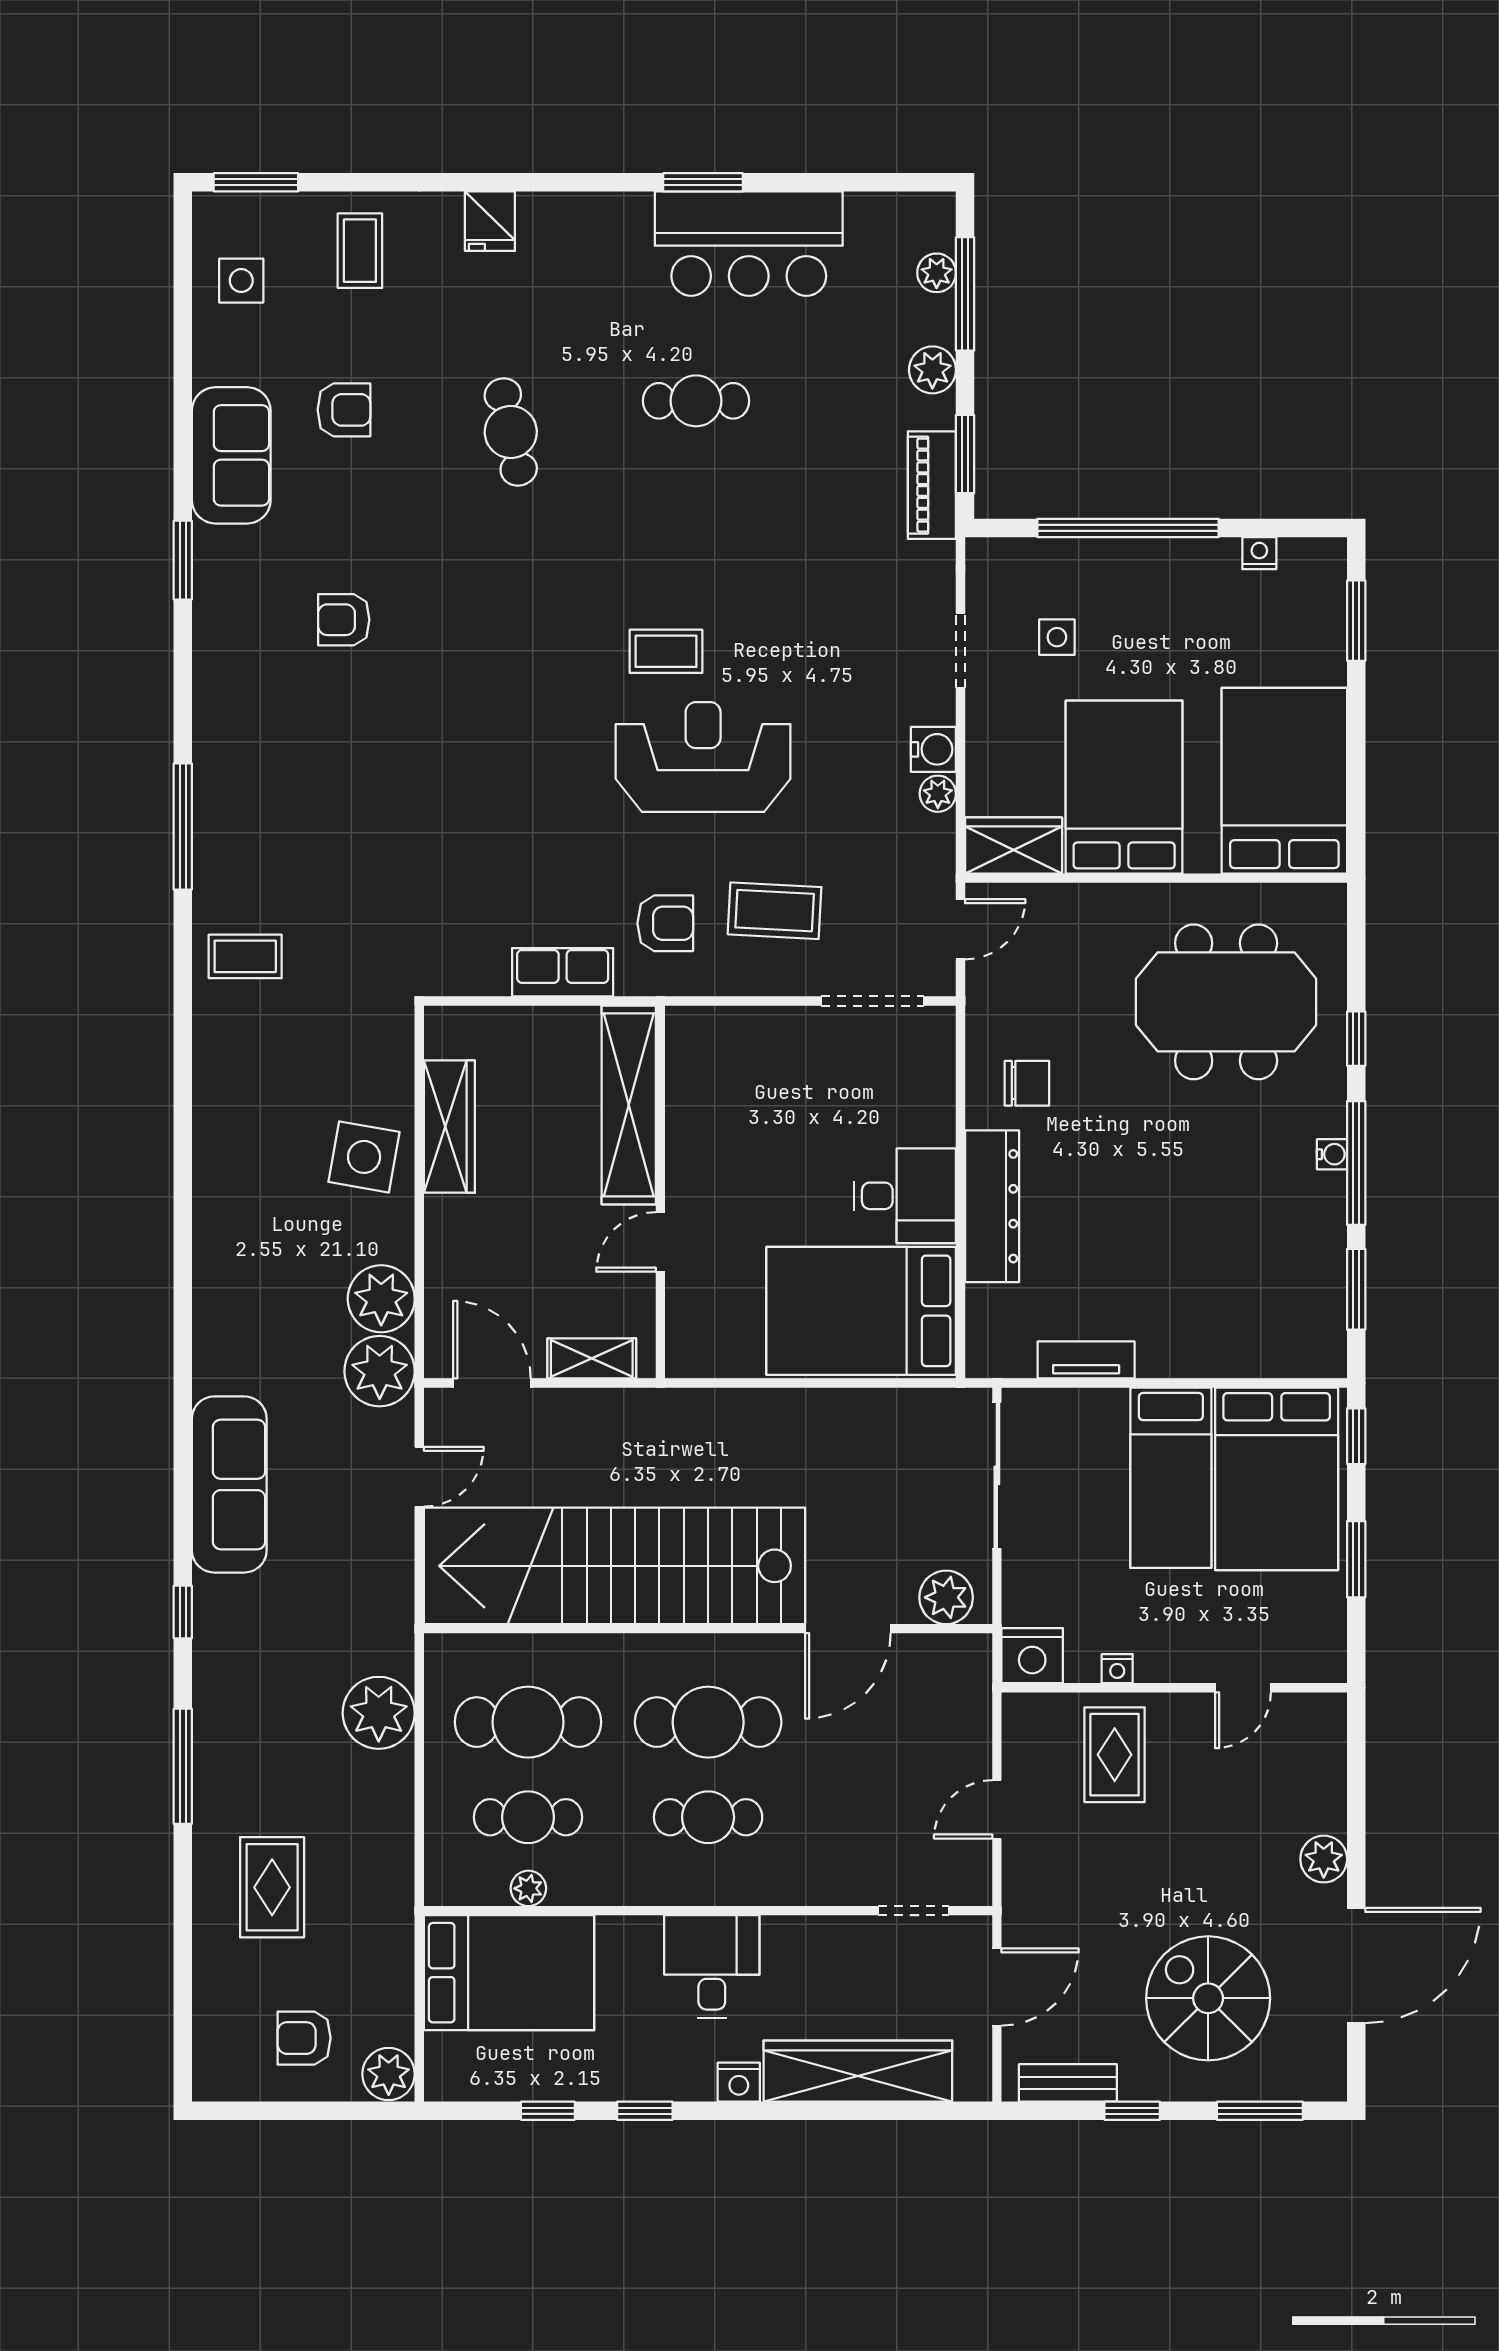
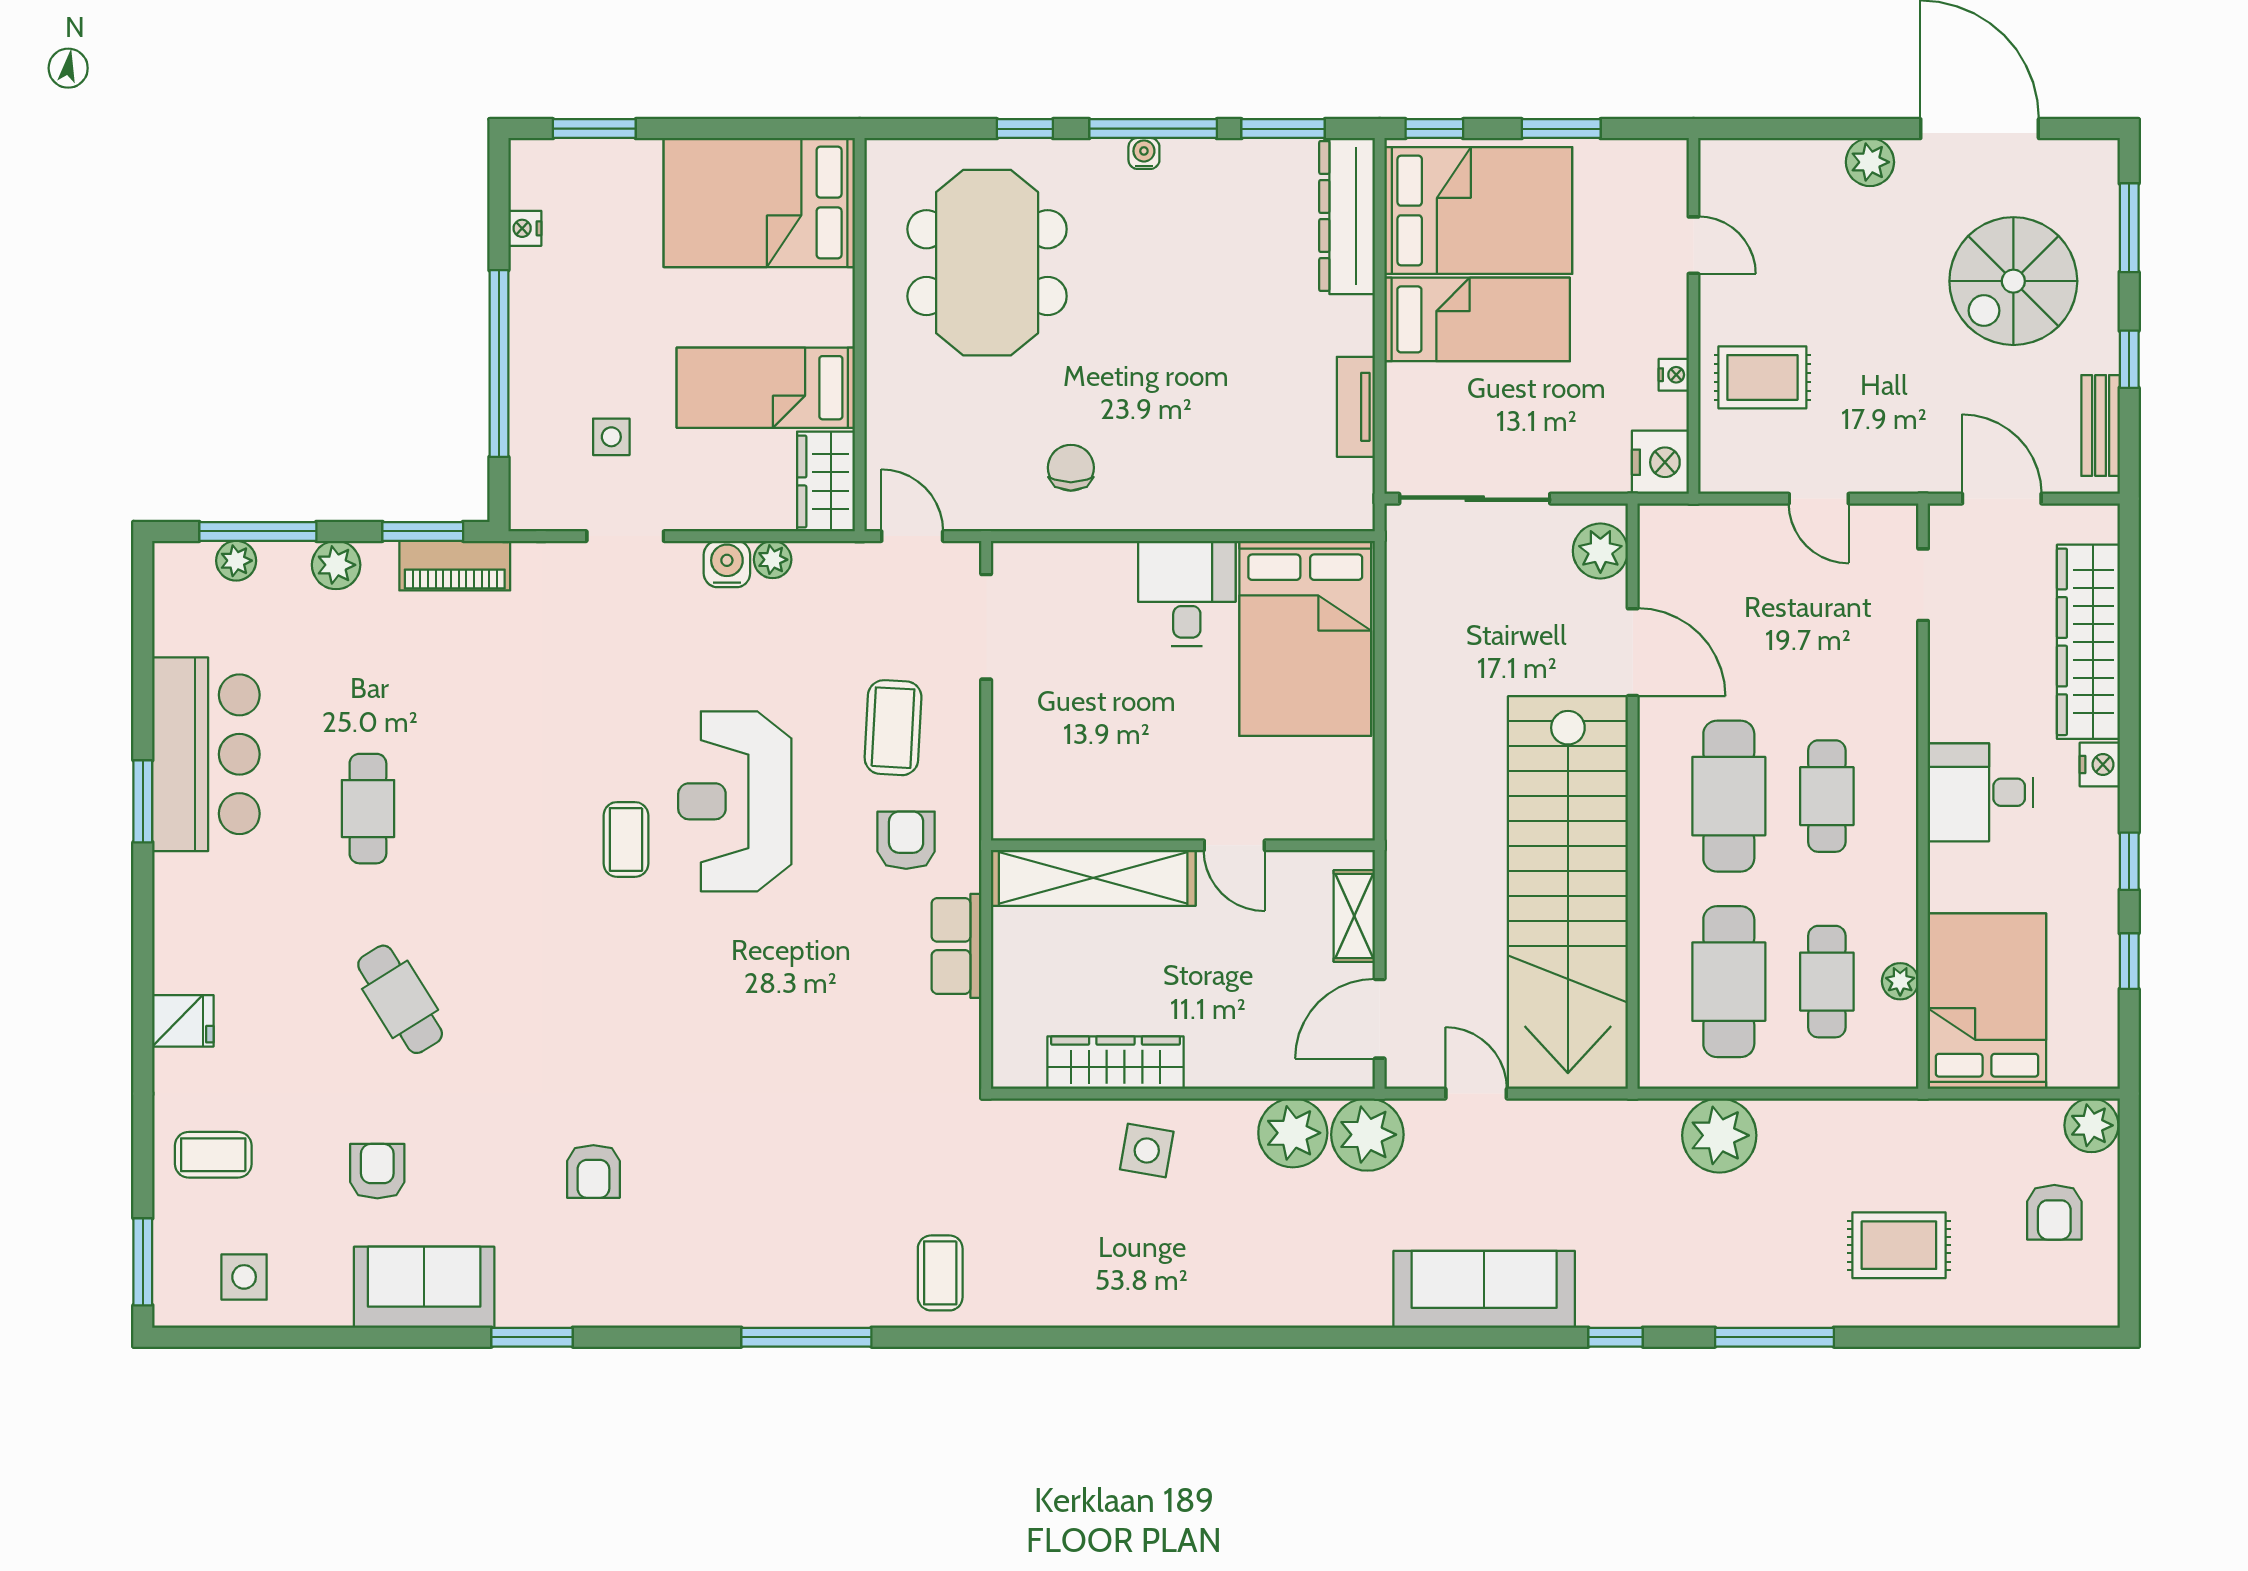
cafe table: (511, 432) -> (400, 999), turned 70
bed: (1124, 787) -> (766, 388), width x0.67
side table: (364, 1157) -> (1147, 1151), width x0.73, depth x0.73
dresser: (992, 1206) -> (1347, 216), moved, turned -90

